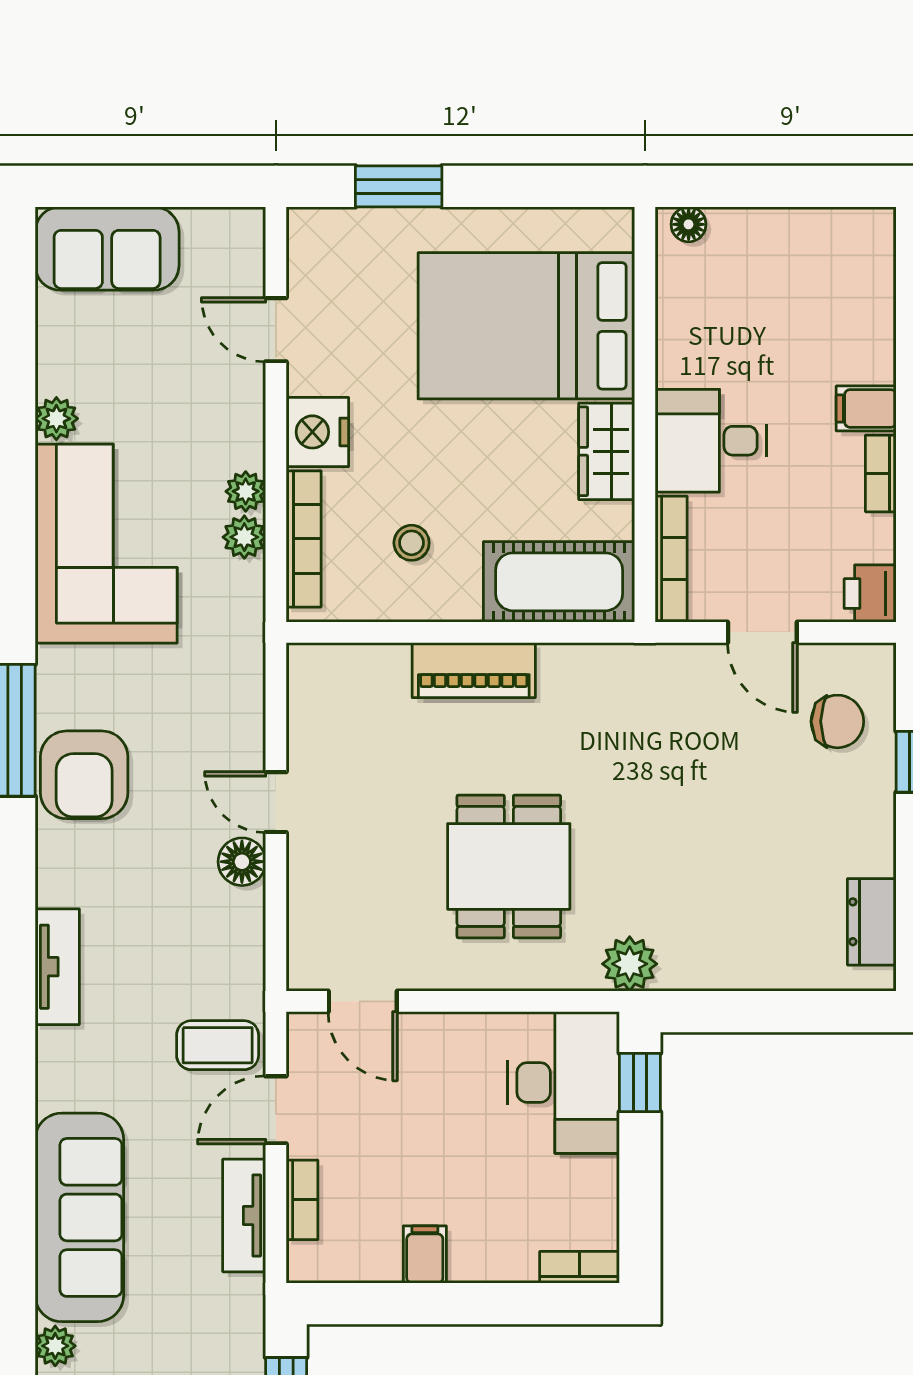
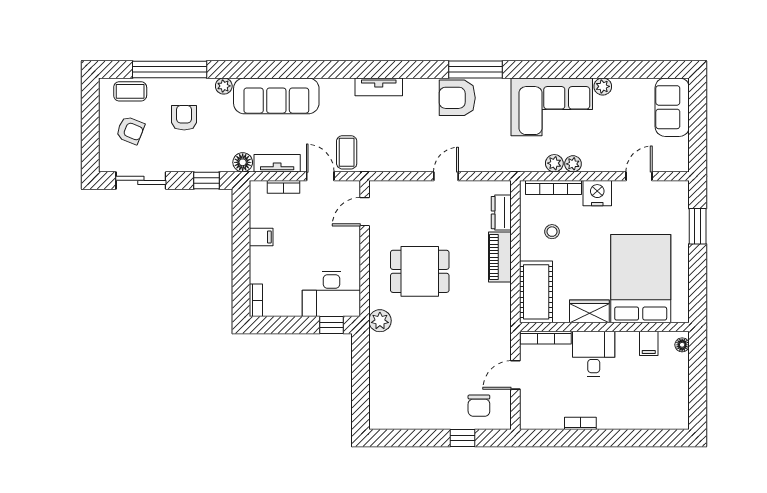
filing cabinet: (866, 408) -> (649, 343), moved, turned 180
printer: (870, 594) -> (531, 419), removed
floor lamp: (242, 862) -> (243, 162), moved
dresser: (872, 922) -> (501, 213), moved, turned -90

